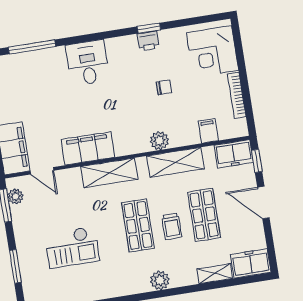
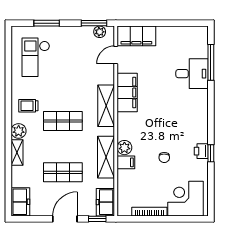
desk: (88, 63) -> (192, 74), moved
filing cabinet: (208, 131) -> (126, 162), moved
trolley: (172, 226) -> (28, 106), moved
checkout: (72, 247) -> (36, 57), moved
shelving: (215, 274) -> (17, 152), moved

